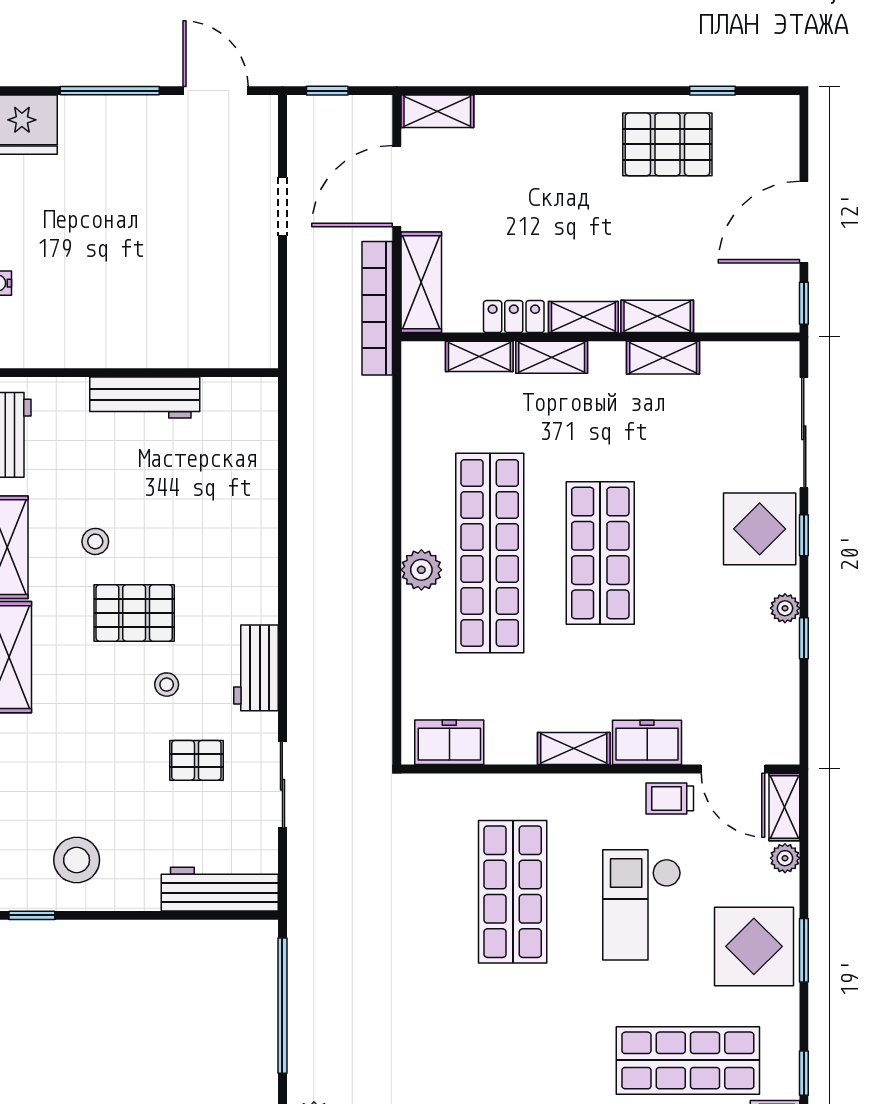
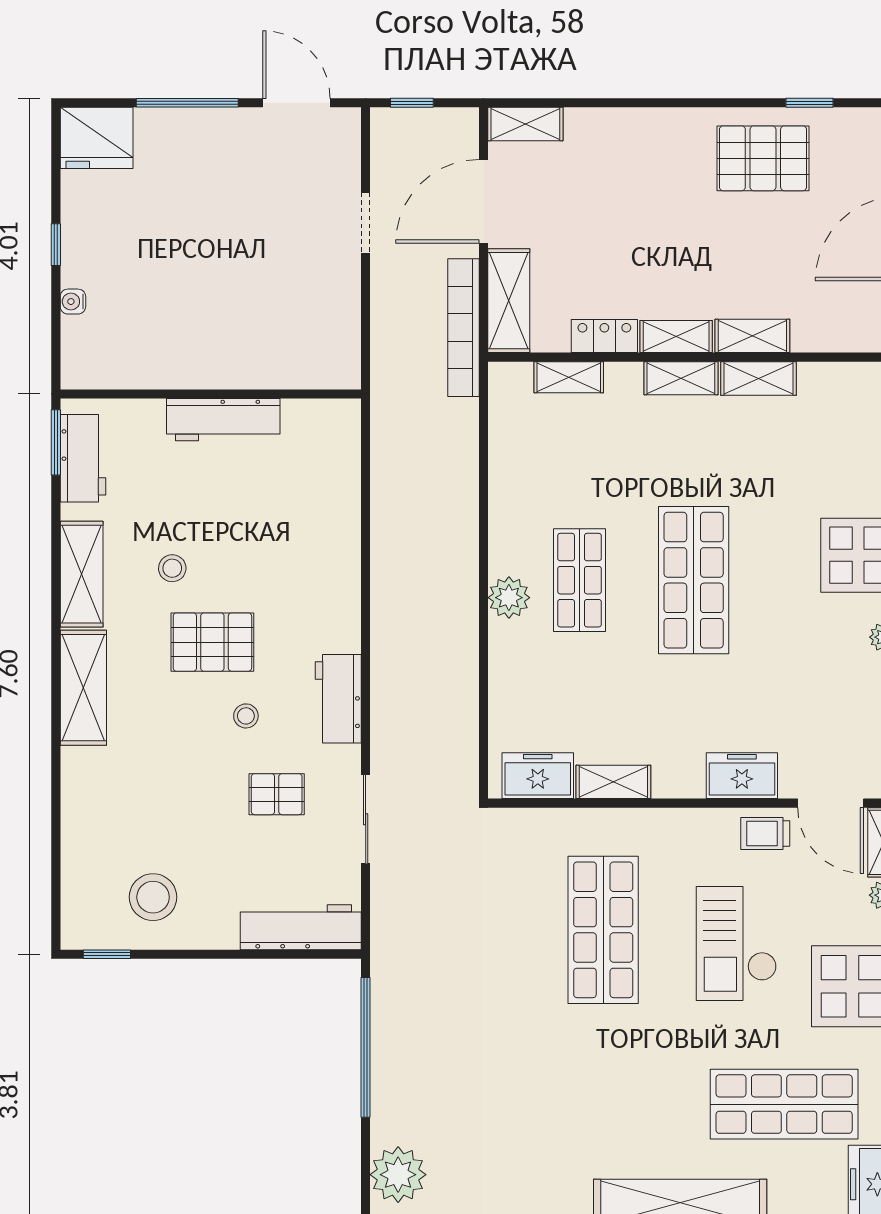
shelving: (552, 357) -> (681, 378), moved
shop shelf: (490, 553) -> (579, 580), width x0.50, depth x0.74
shelving: (574, 748) -> (613, 782), moved

